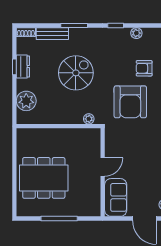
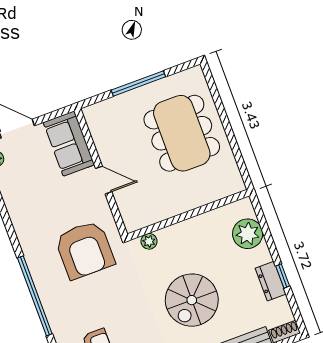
armchair: (130, 102) -> (85, 250), moved, turned 180
door: (103, 167) -> (104, 180), swing flipped
dining table: (44, 178) -> (182, 133), turned 90

